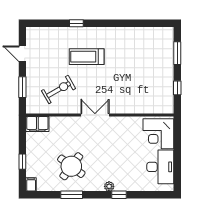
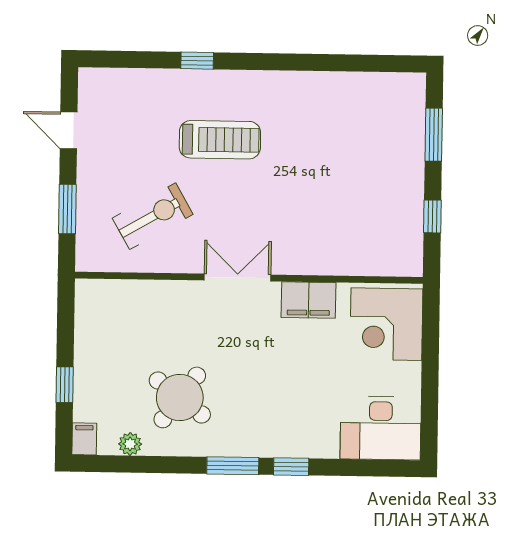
treadmill: (87, 57) -> (220, 140), turned 180
filing cabinet: (37, 124) -> (309, 300), moved
desk: (160, 167) -> (381, 428), moved, turned 90
plant: (109, 186) -> (130, 444), moved
window: (72, 195) -> (233, 466), moved

